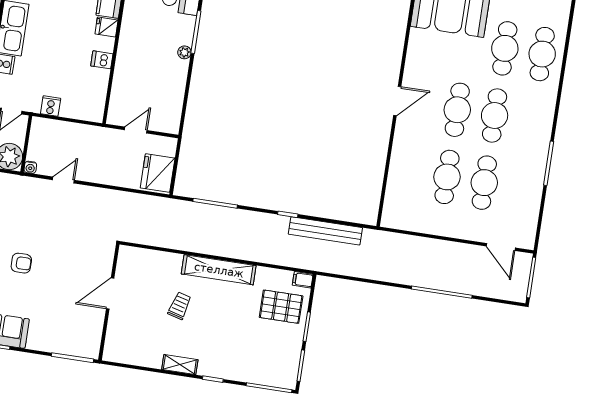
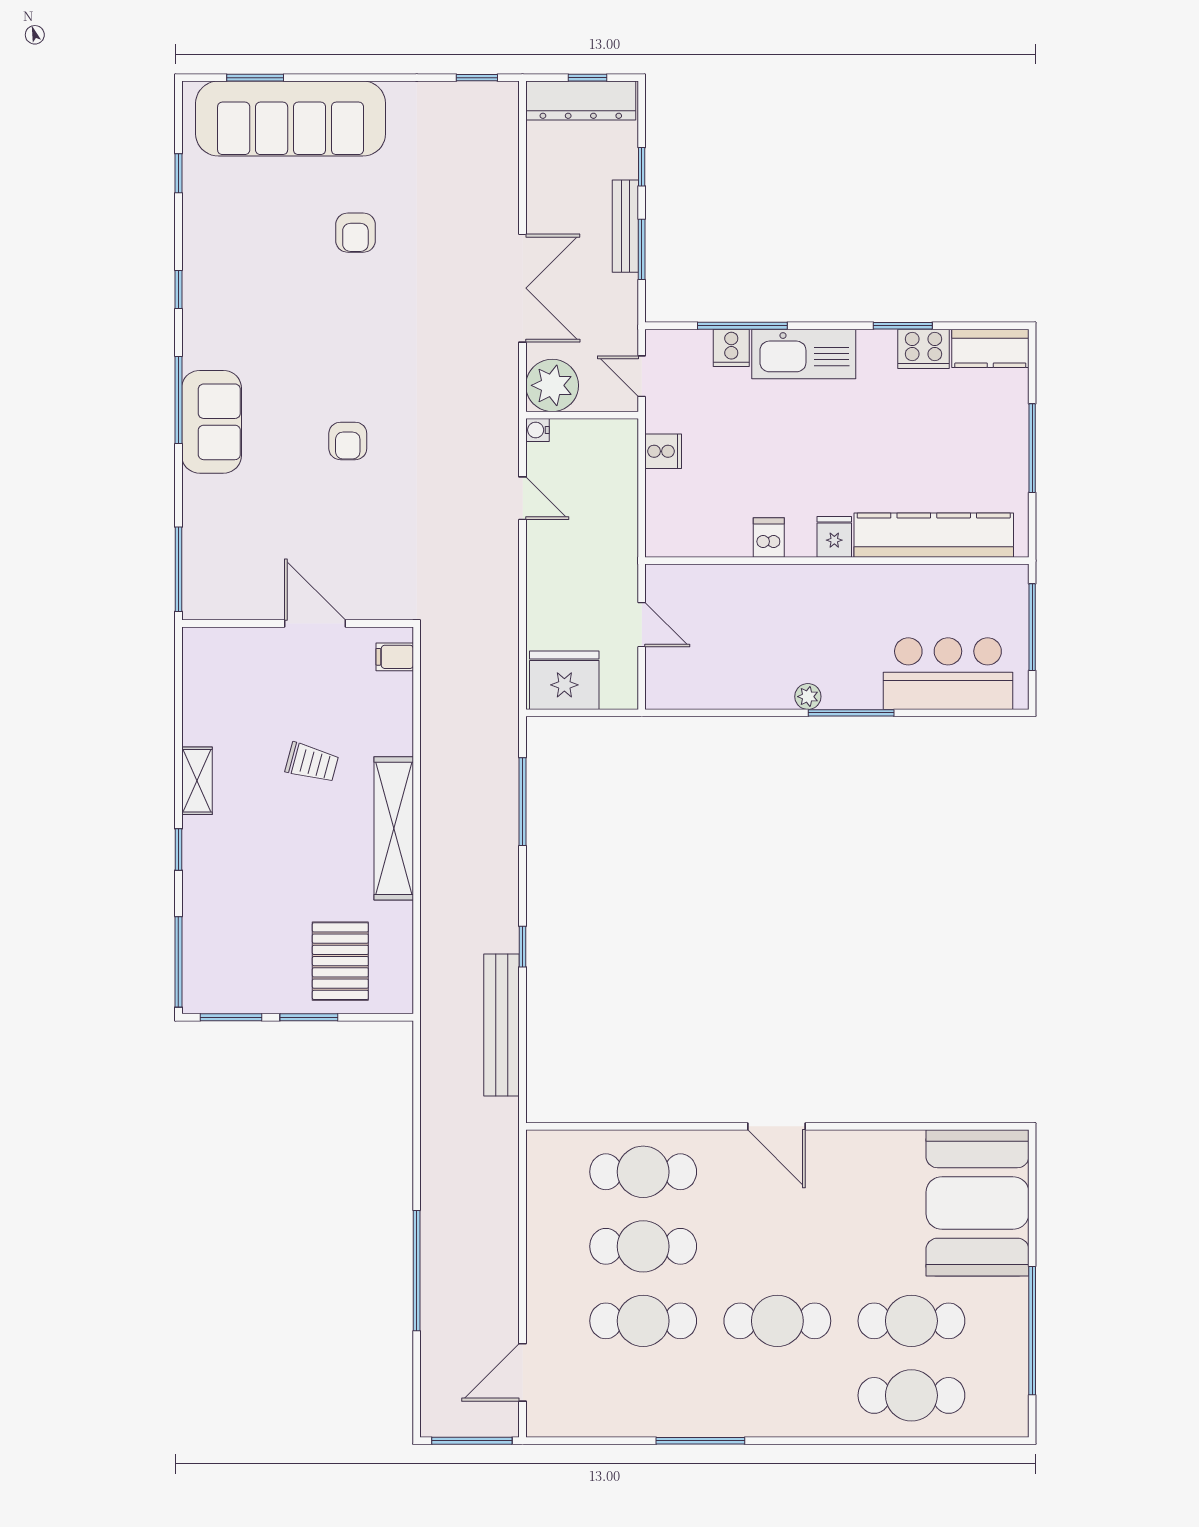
cafe table: (457, 110) -> (643, 1172), moved
filing cabinet: (303, 280) -> (395, 657), moved, turned -90

